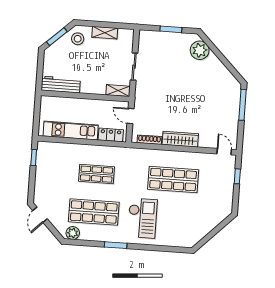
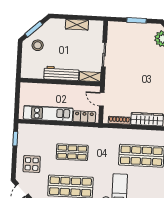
stool: (78, 39) -> (38, 45), moved
workbench: (61, 85) -> (61, 73), moved
display table: (51, 186) -> (32, 164), added

